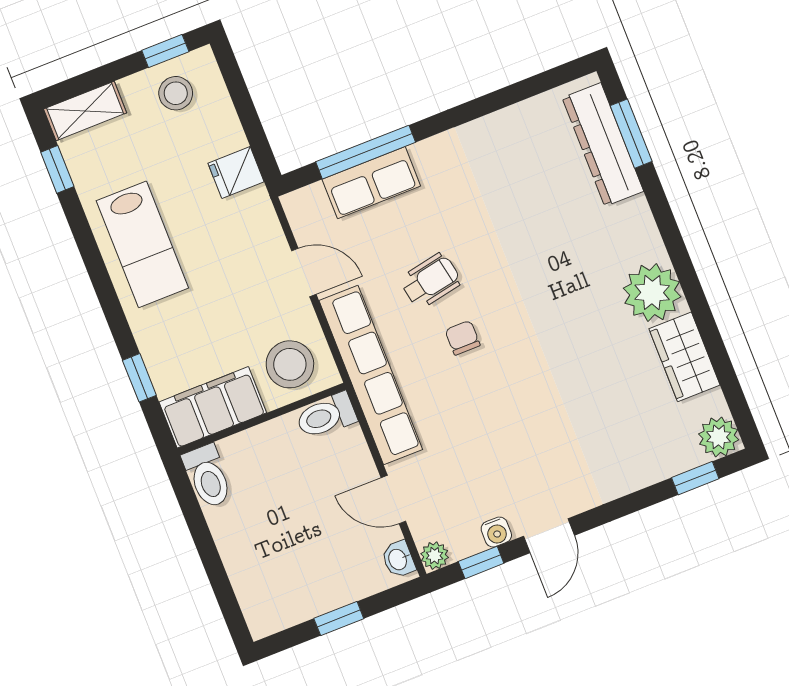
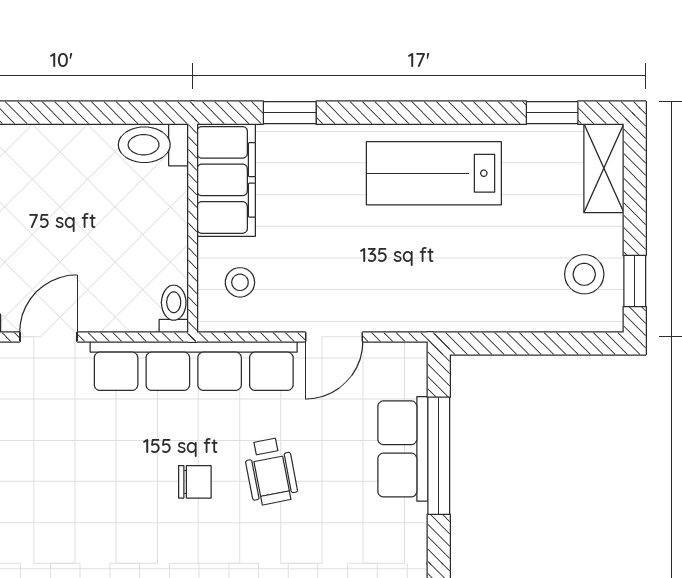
fridge: (236, 173) -> (472, 306), removed
stool: (290, 364) -> (240, 282), width x0.53, depth x0.53
toilet: (326, 416) -> (174, 309), width x0.73, depth x0.72

